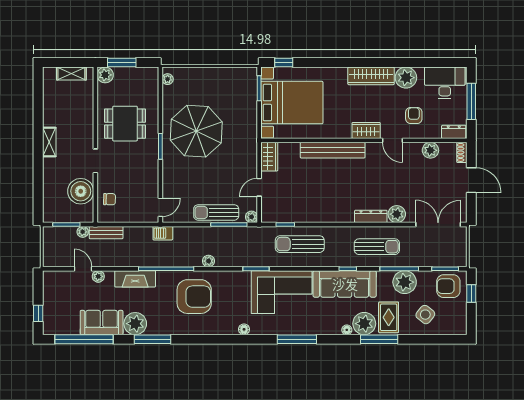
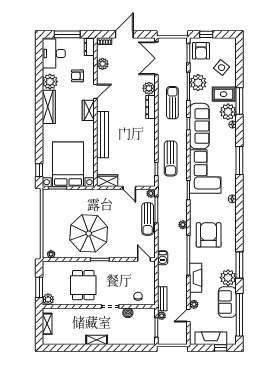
boiler: (81, 191) -> (128, 313), width x0.54, depth x0.54
fireplace: (52, 300) -> (211, 338), added

